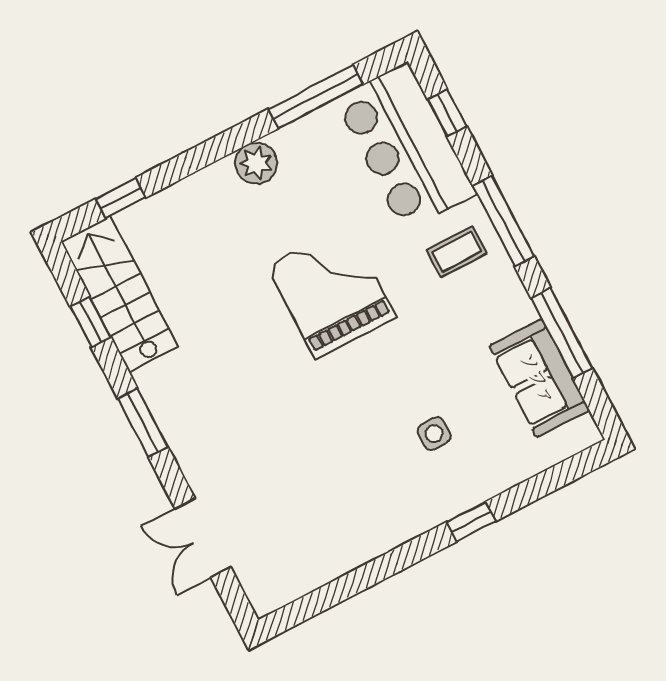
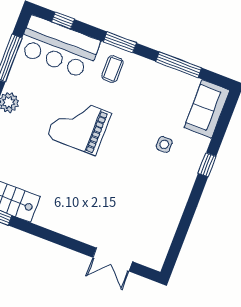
window: (503, 221) -> (120, 42), width x0.69
sofa: (539, 378) -> (207, 109), moved, turned 90
window: (143, 423) -> (52, 236), removed

